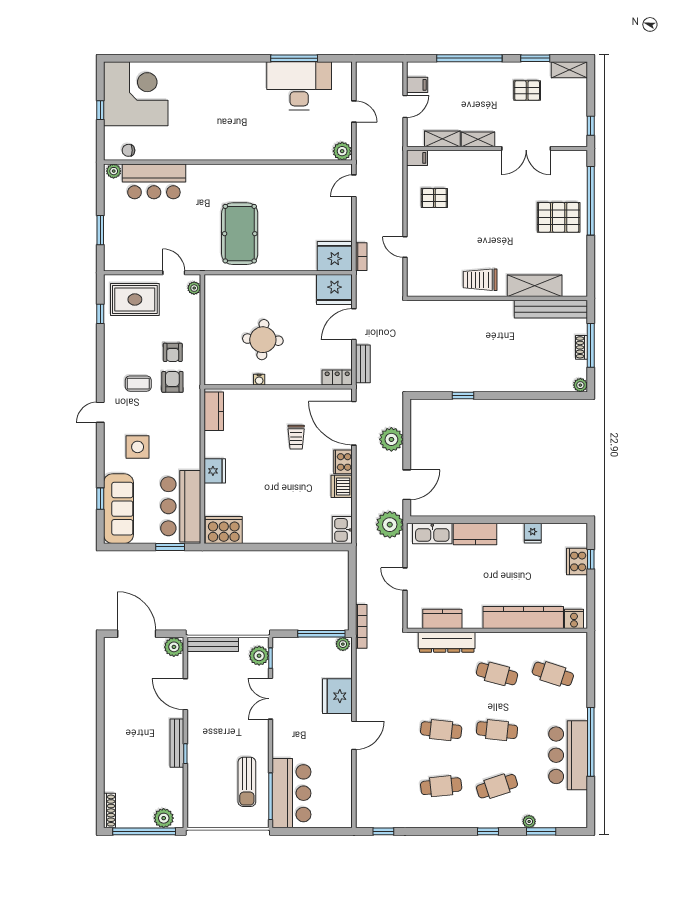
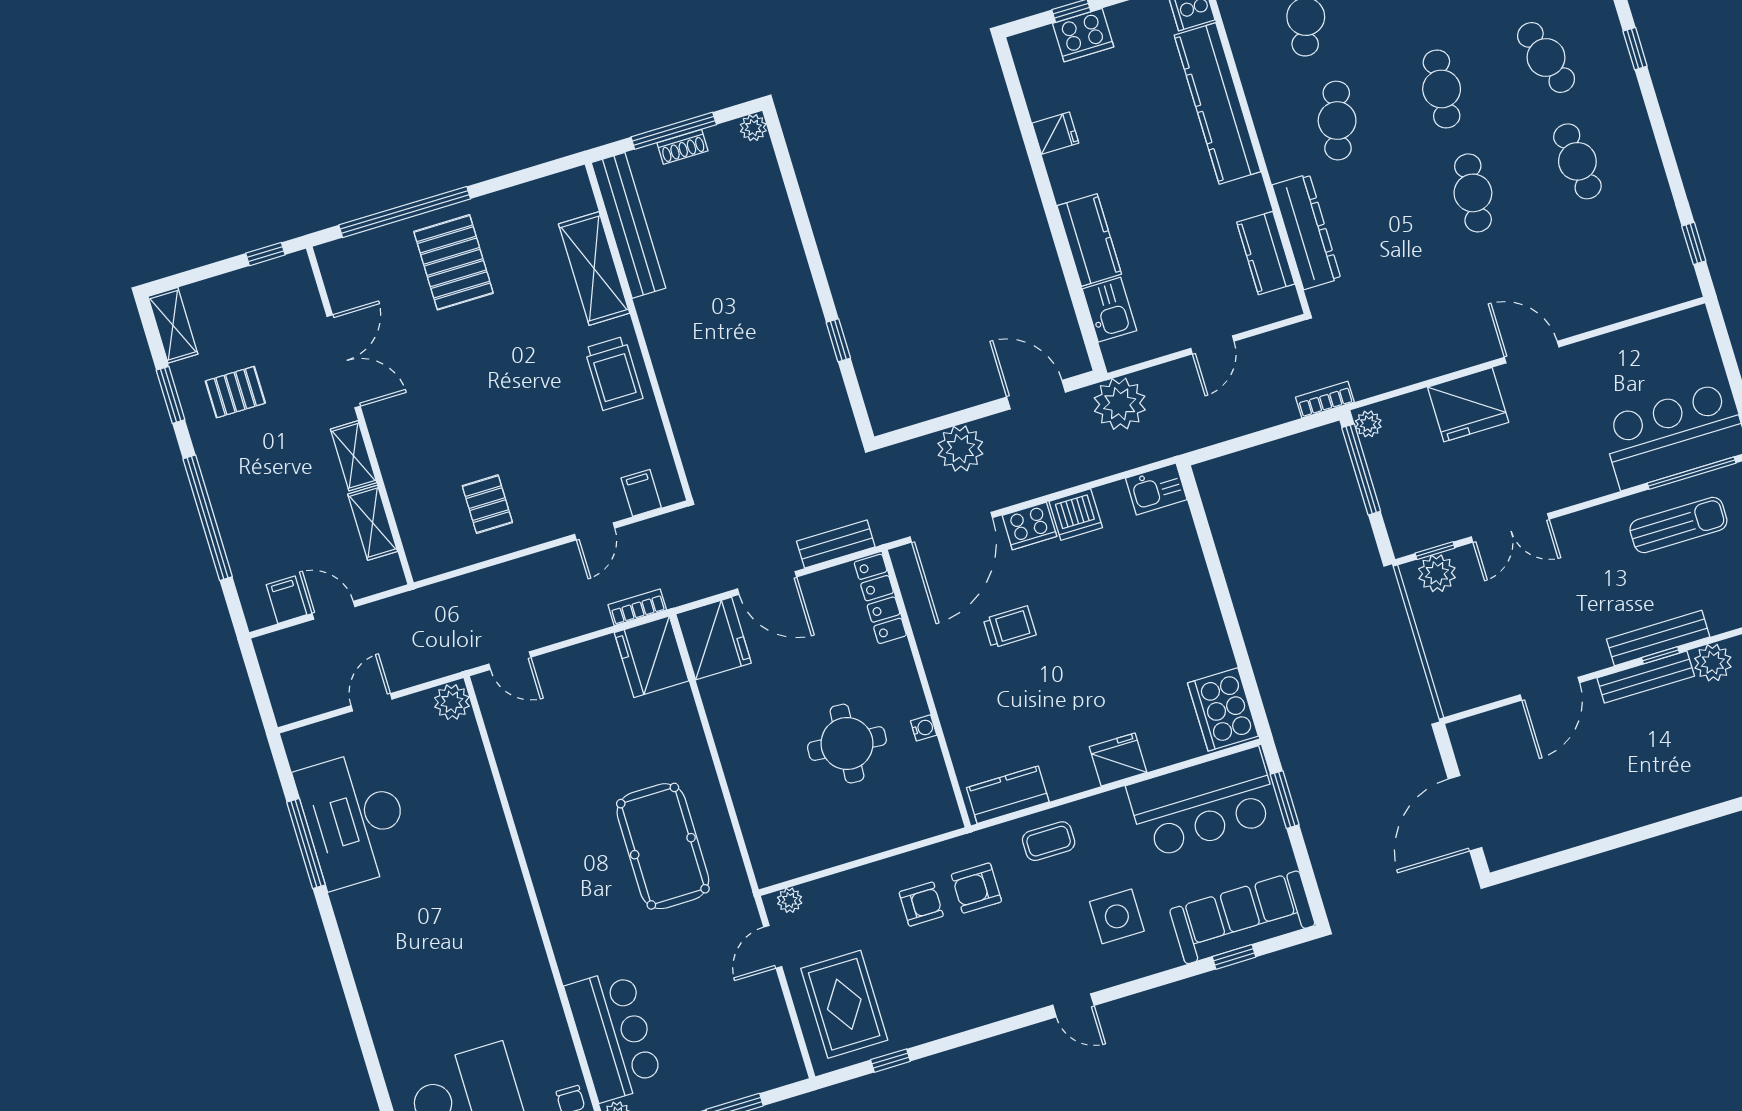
pallet: (527, 91) -> (235, 392), turned 90
filing cabinet: (417, 158) -> (641, 493), moved
pool table: (240, 234) -> (663, 846), turned 90
locker: (337, 378) -> (880, 599), width x1.53
coffee table: (138, 384) -> (1049, 841), moved, turned 90
kitchen sink: (432, 534) -> (1109, 310), width x0.73
bookcase: (361, 626) -> (1325, 400), width x0.64
bench: (213, 644) -> (1658, 638), moved, turned 90
plant: (174, 647) -> (1713, 663), moved

